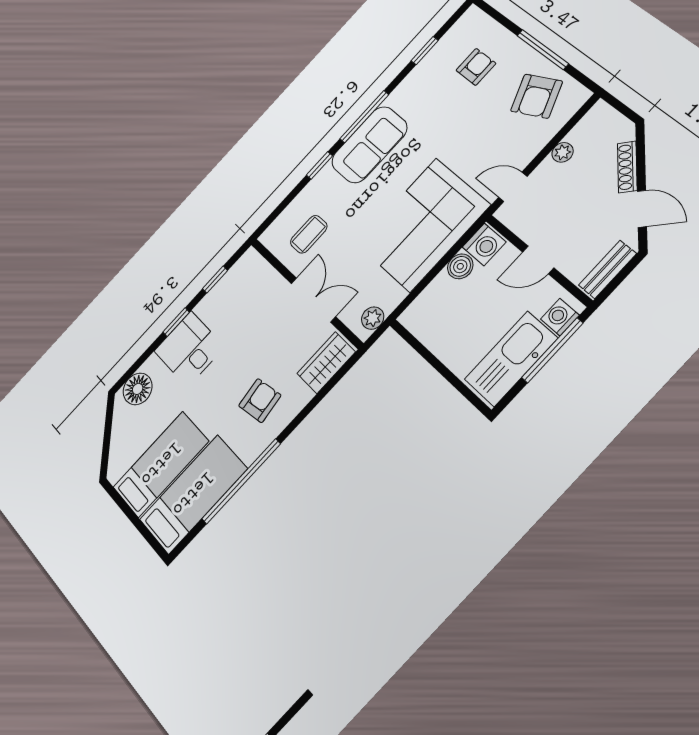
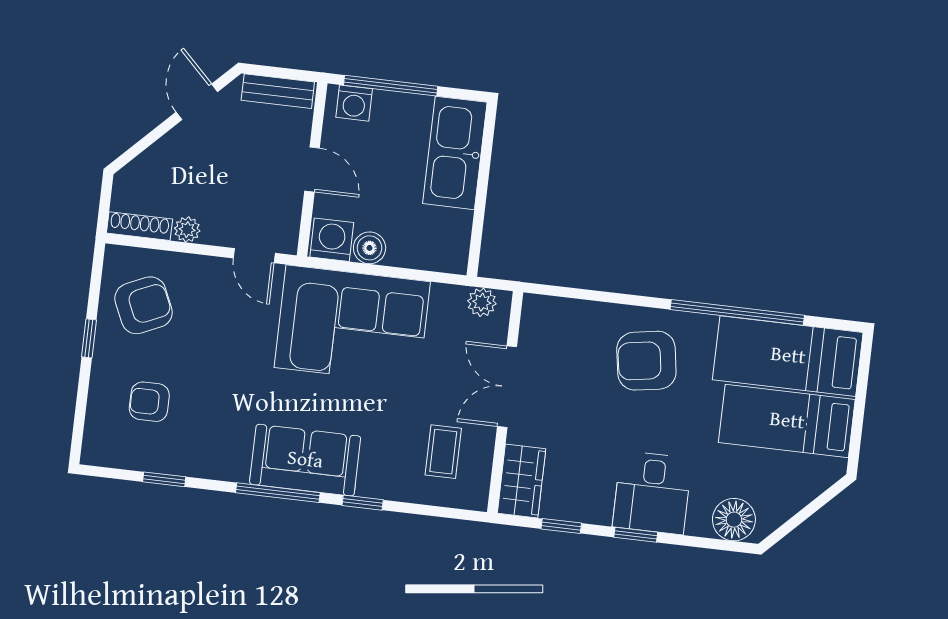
window: (543, 50) -> (89, 338), width x0.46
shoe rack: (627, 167) -> (139, 226), moved, turned -135
coffee table: (309, 234) -> (443, 452), turned 90
kitchen sink: (511, 359) -> (455, 153), moved, turned 90
wardrobe: (326, 363) -> (522, 481), moved, turned -90
armchair: (260, 401) -> (646, 361), width x1.38, depth x1.38

